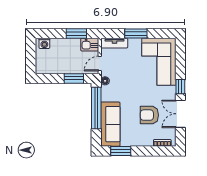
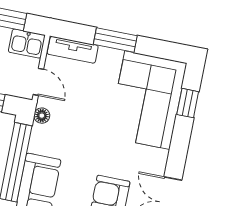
door: (100, 64) -> (38, 82), swing flipped
window: (180, 87) -> (188, 103), moved

